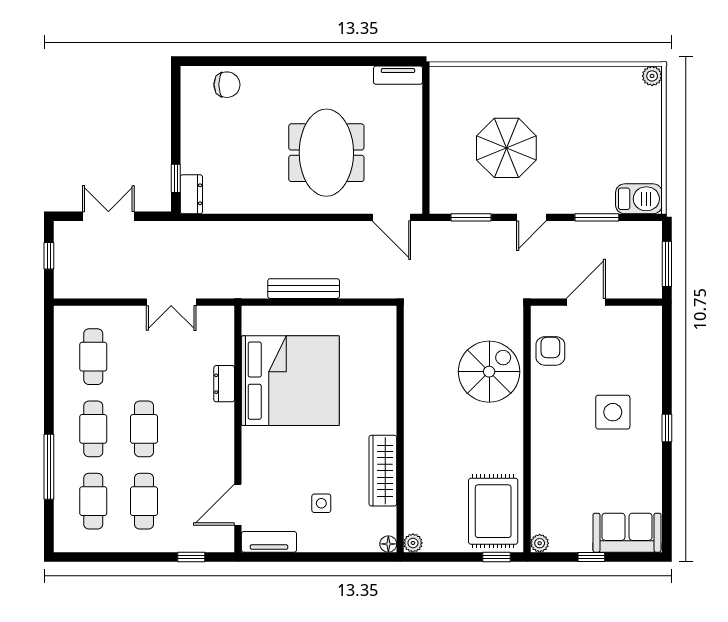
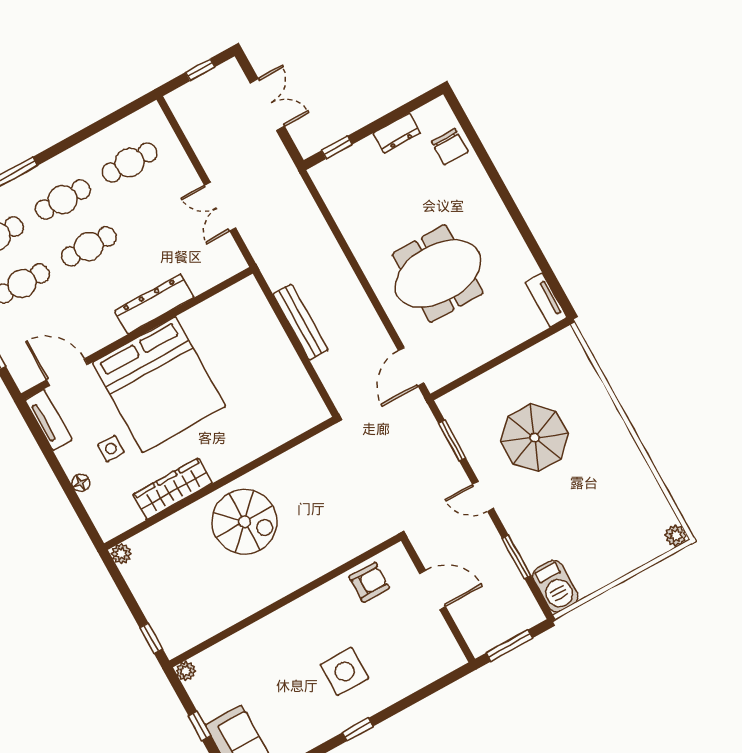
dresser: (191, 194) -> (397, 133), moved
spiral stairs: (489, 372) -> (244, 522), moved
bed: (290, 381) -> (159, 385), moved
dresser: (224, 384) -> (154, 304), width x1.96, depth x1.24
rug: (493, 511) -> (192, 612), removed
floor lamp: (388, 544) -> (81, 483), moved

